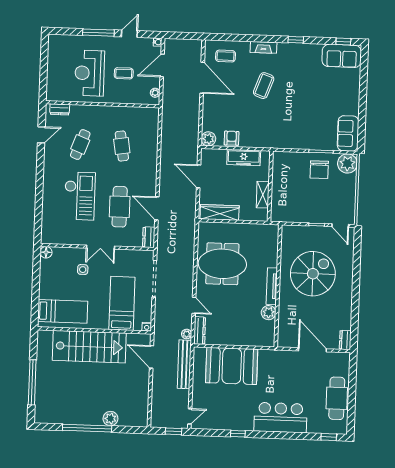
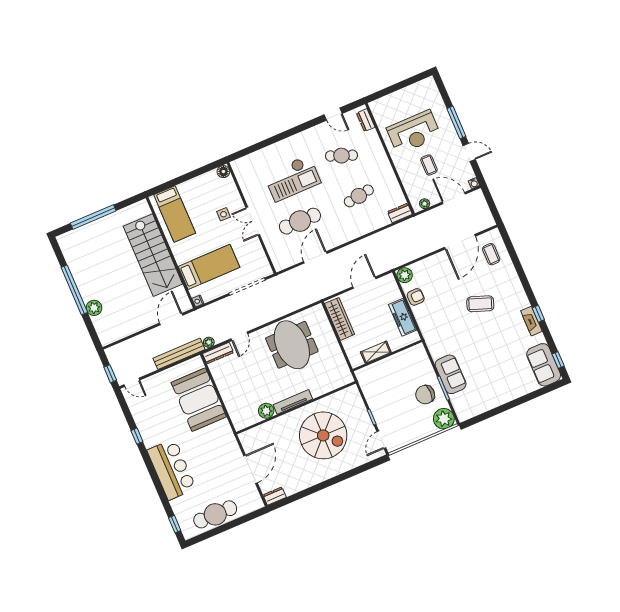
fireplace: (263, 47) -> (531, 321), moved
reception desk: (90, 73) -> (414, 132), turned 180
sofa: (348, 133) -> (451, 374), moved, turned 90
dresser: (149, 237) -> (400, 213), moved

